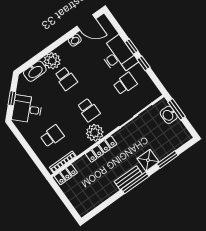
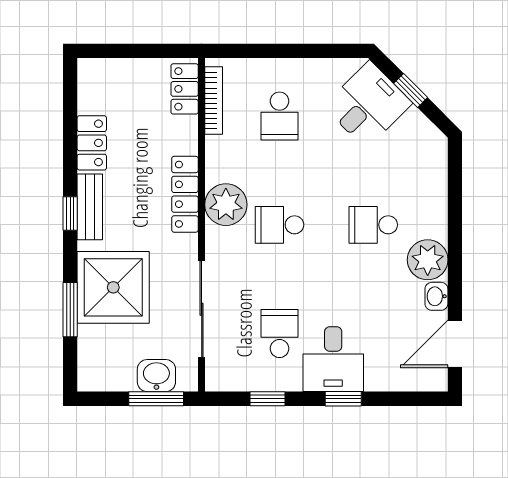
desk: (118, 56) -> (333, 359), width x0.73
plant: (52, 61) -> (428, 260), moved
window: (143, 63) -> (267, 399), moved
washbasin: (35, 71) -> (432, 174), removed
school desk: (125, 84) -> (279, 334), turned 180
shower: (148, 160) -> (113, 287), width x1.86, depth x1.86
window: (135, 183) -> (70, 213), width x0.46
locker: (106, 193) -> (92, 143), added

